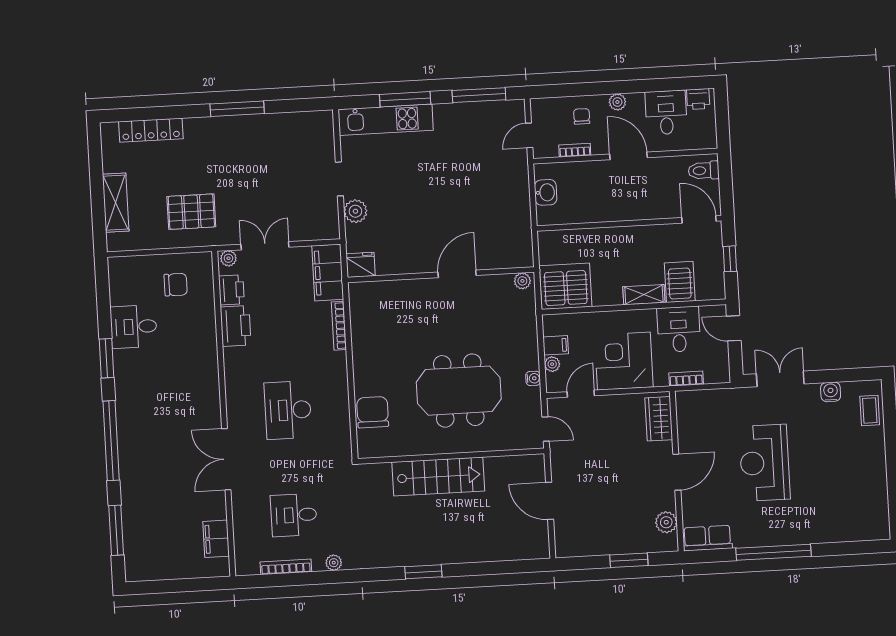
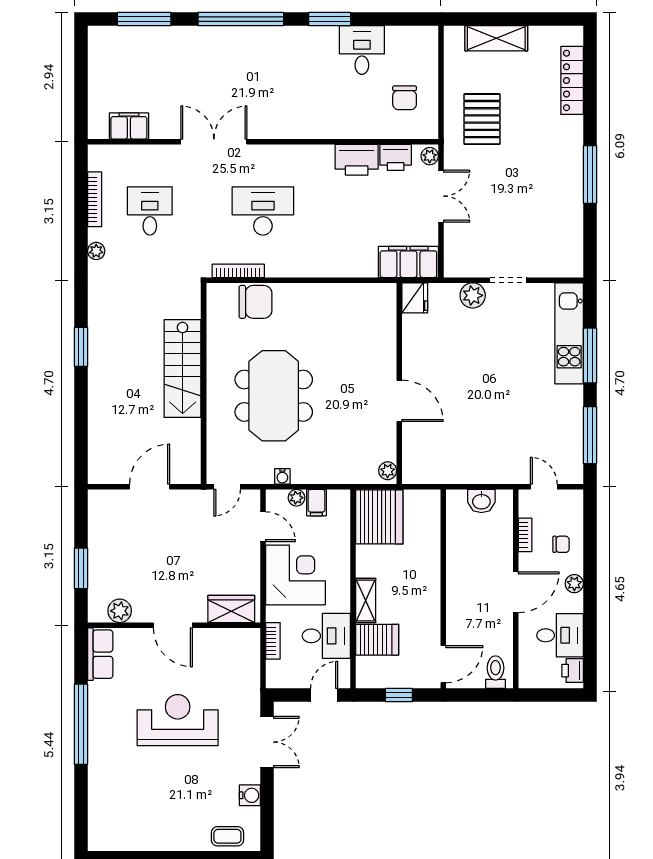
bookcase: (339, 326) -> (238, 271), moved

